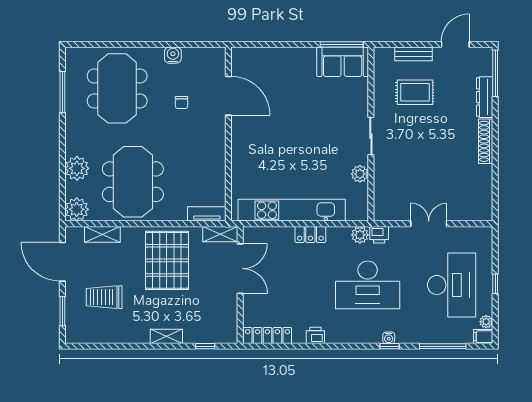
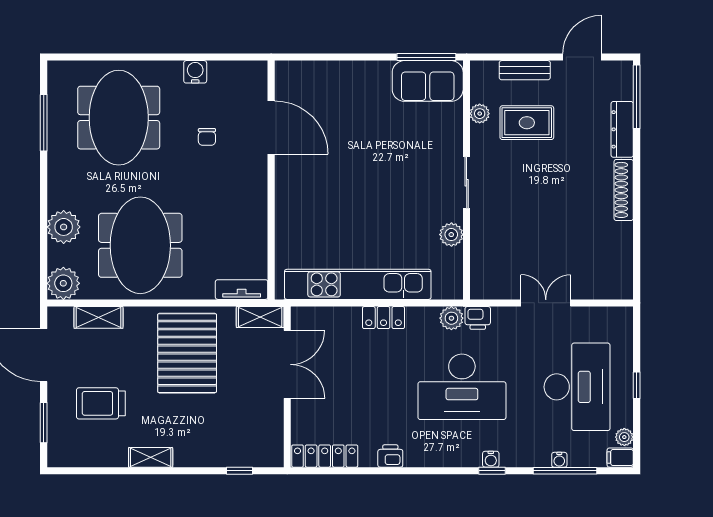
plant: (381, 86) -> (480, 114), added
shelving: (166, 336) -> (151, 457), moved
water cooler: (439, 338) -> (559, 460), added

